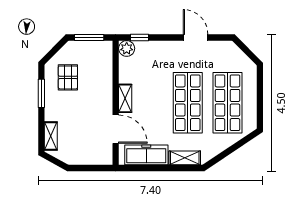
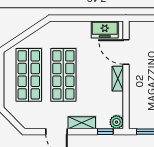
freezer: (146, 155) -> (105, 29), width x0.71
shelving: (185, 158) -> (82, 123), moved

